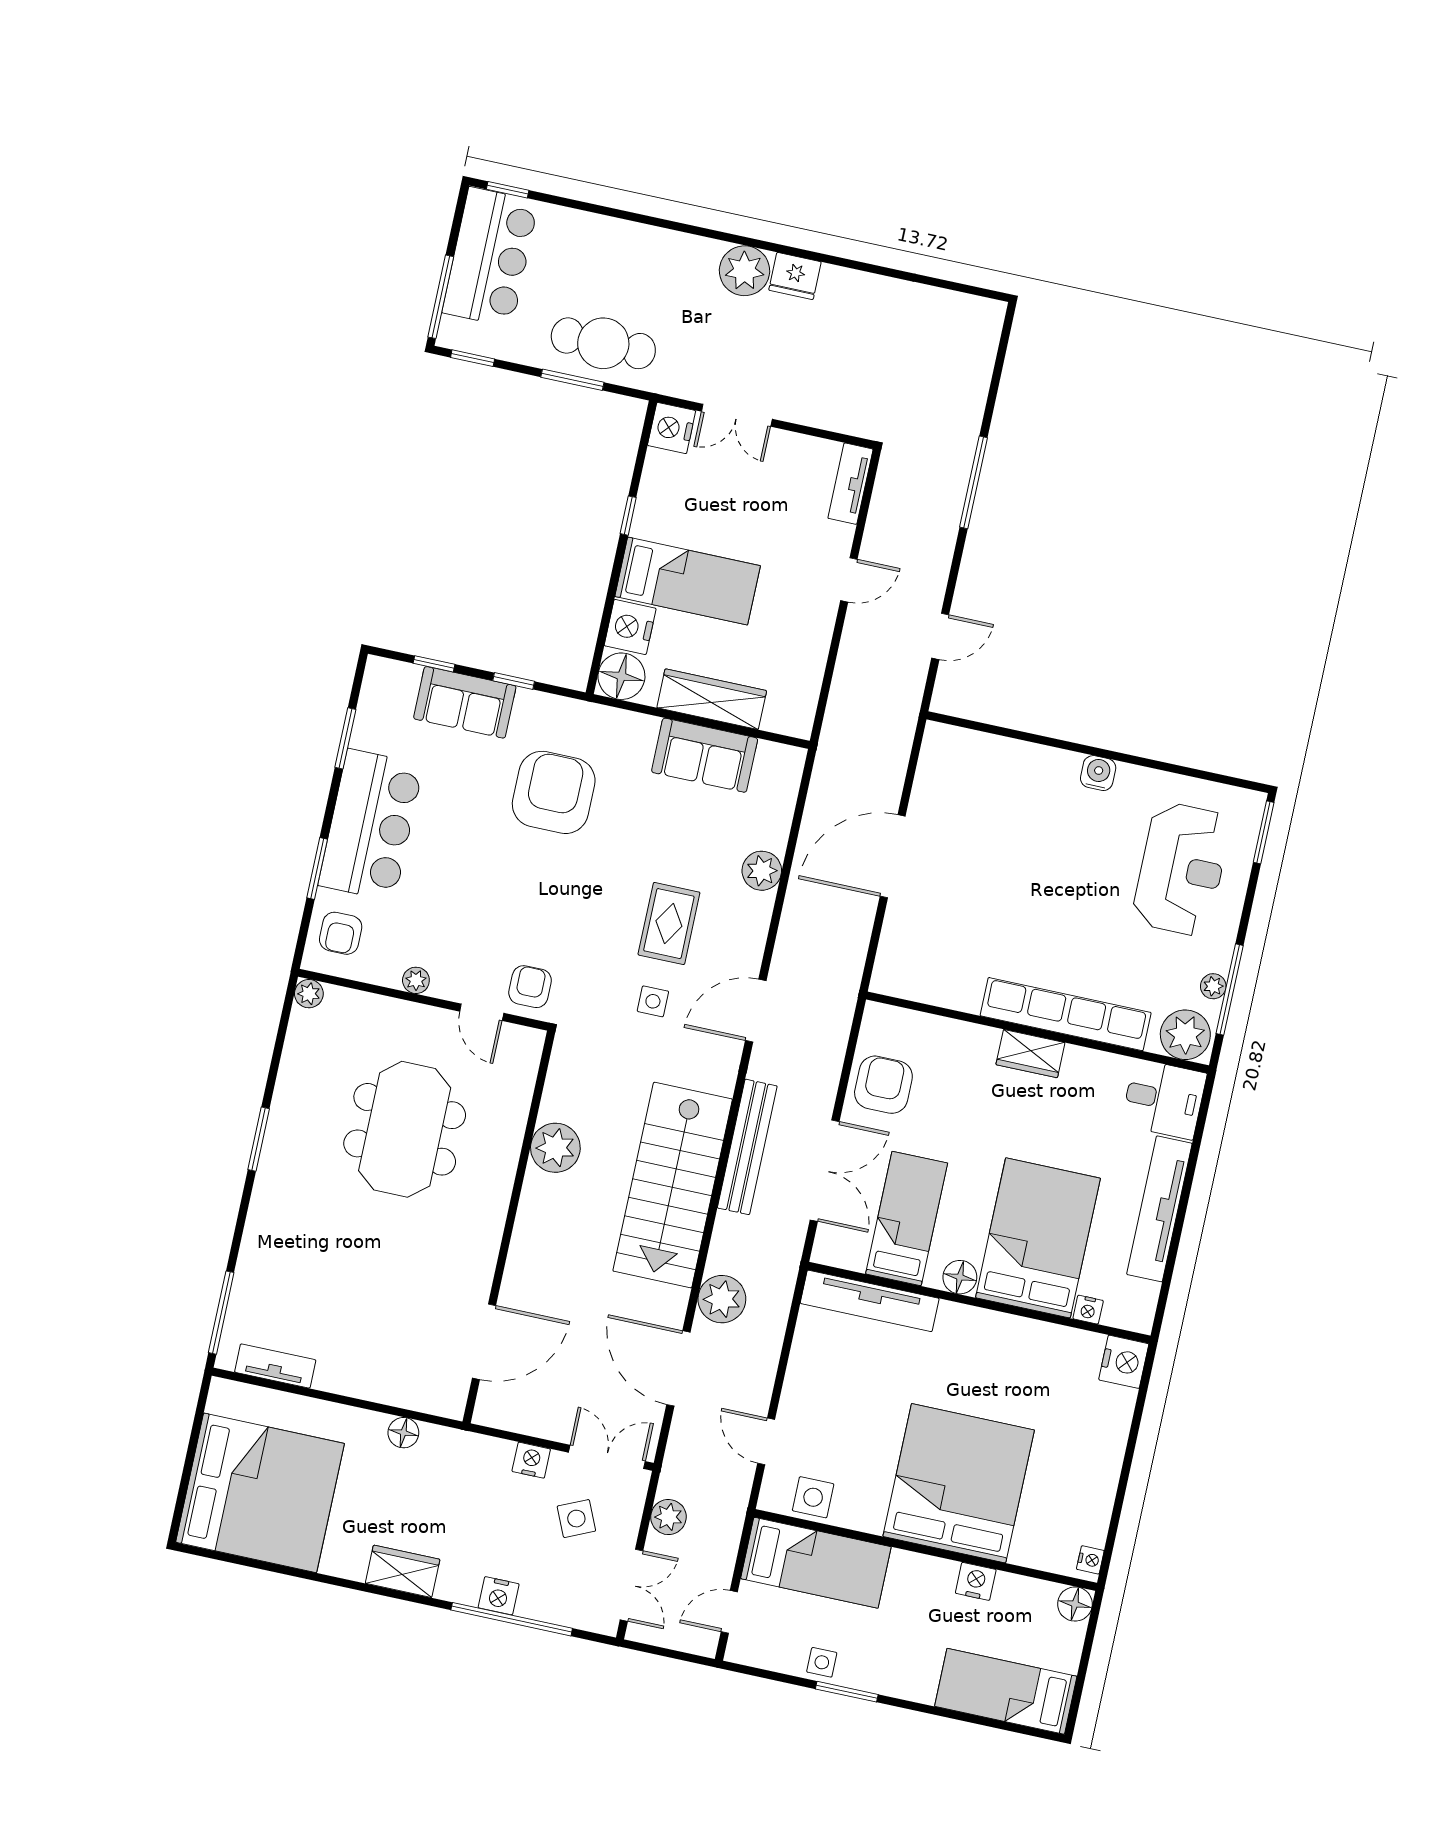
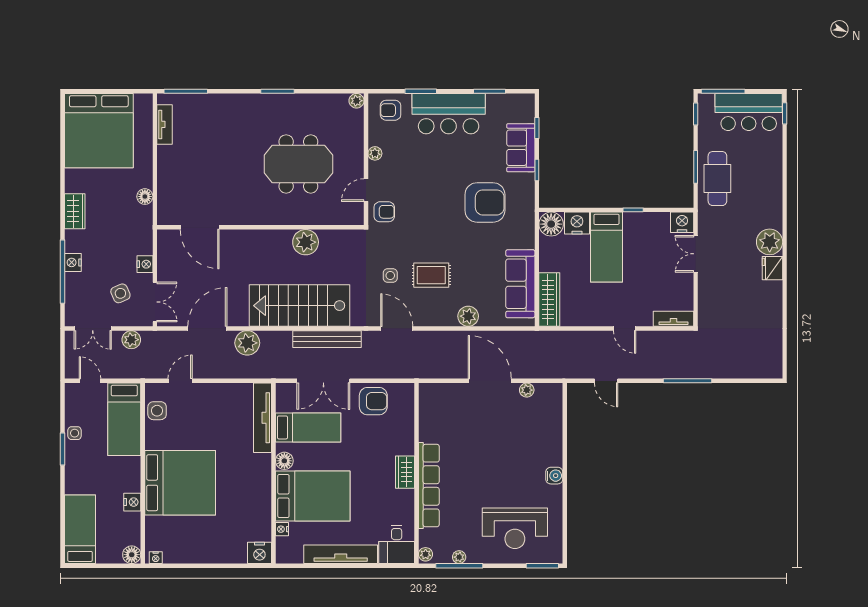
wardrobe: (712, 699) -> (549, 300), moved
sofa: (705, 755) -> (520, 284), width x1.36
plant: (925, 790) -> (527, 390), added
plant: (1185, 1035) -> (426, 554), width x0.53, depth x0.53

